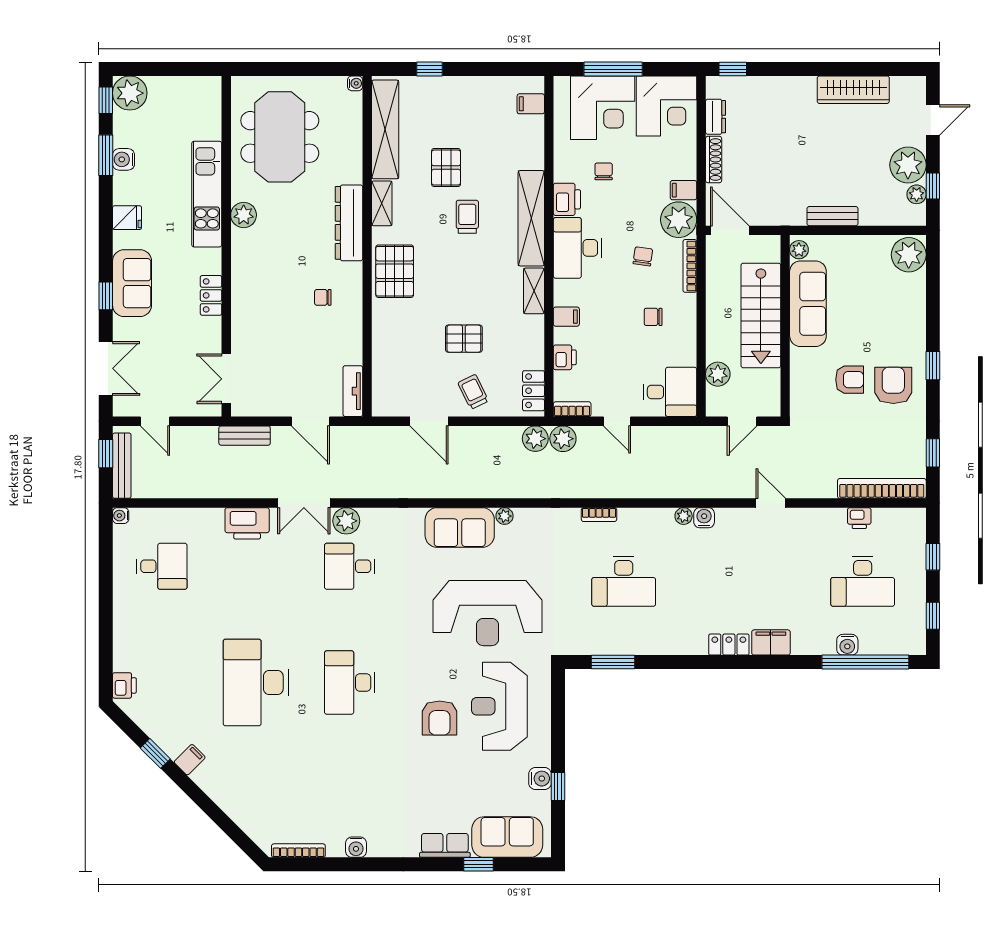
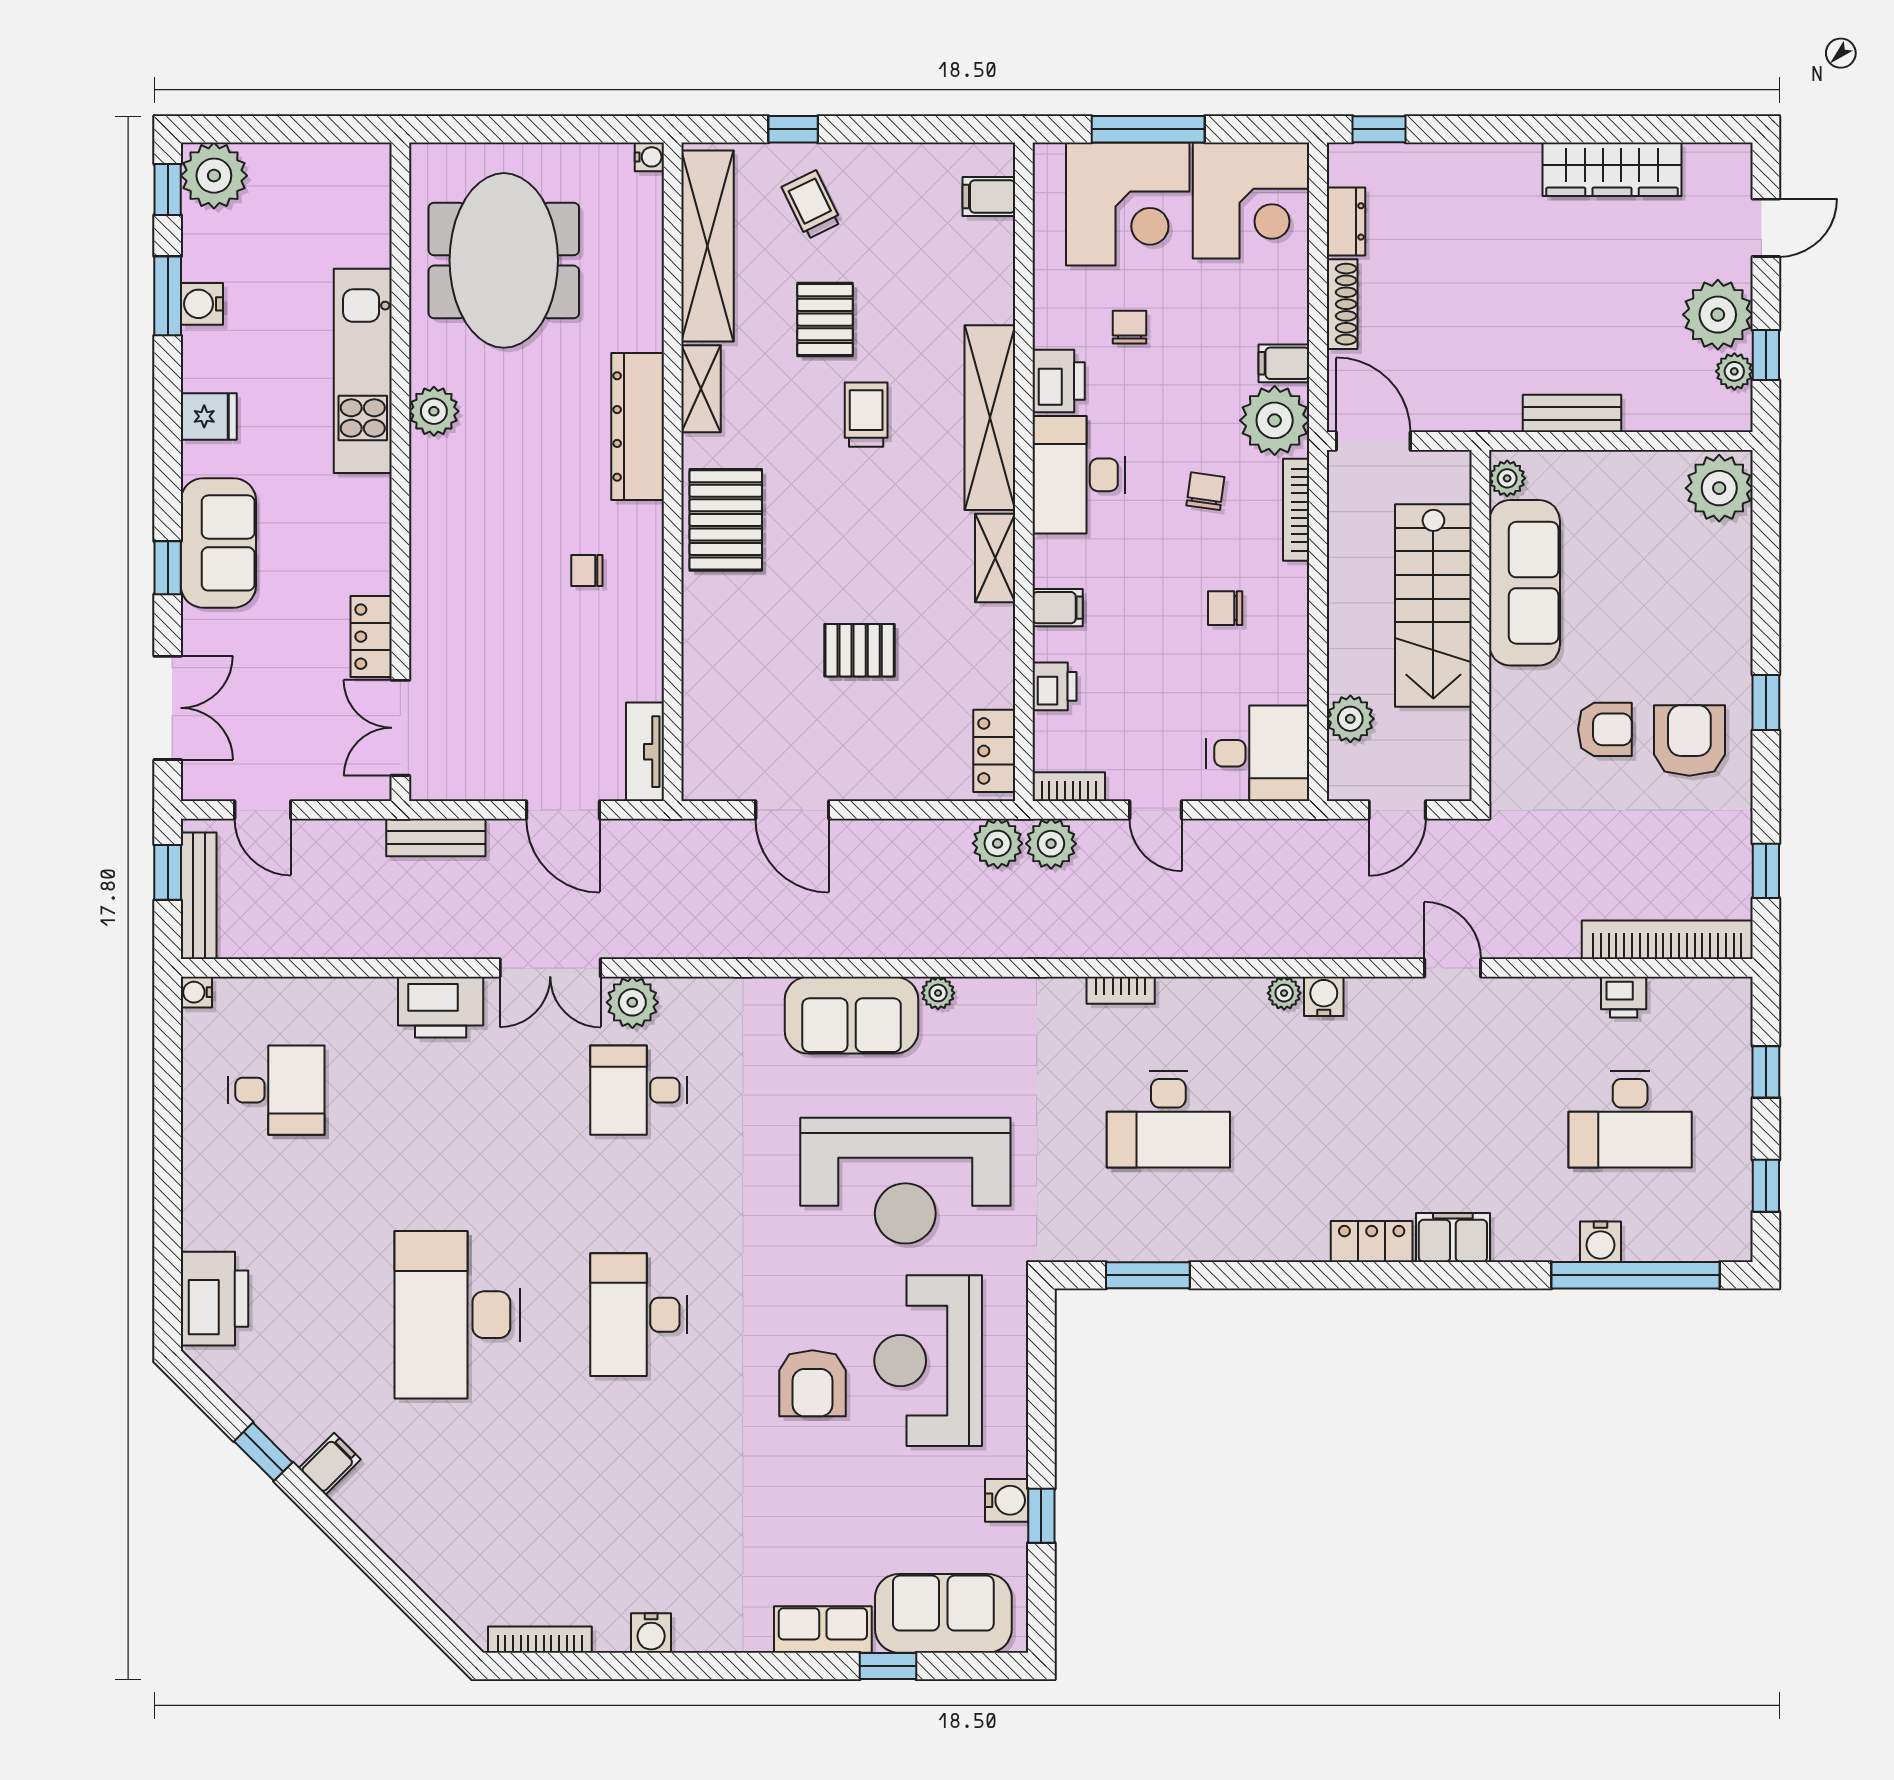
locker: (211, 295) -> (371, 637), moved
trolley: (473, 392) -> (812, 205), moved
printer: (124, 685) -> (215, 1299), width x1.87, depth x1.48

